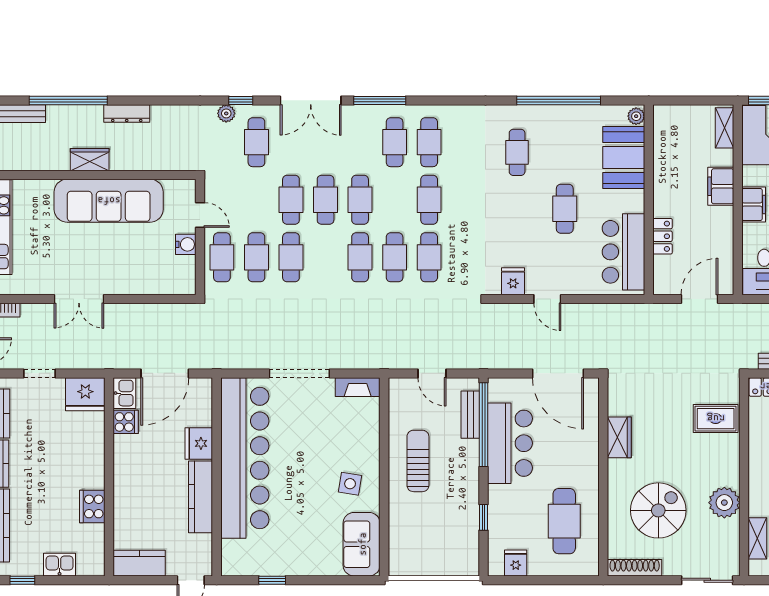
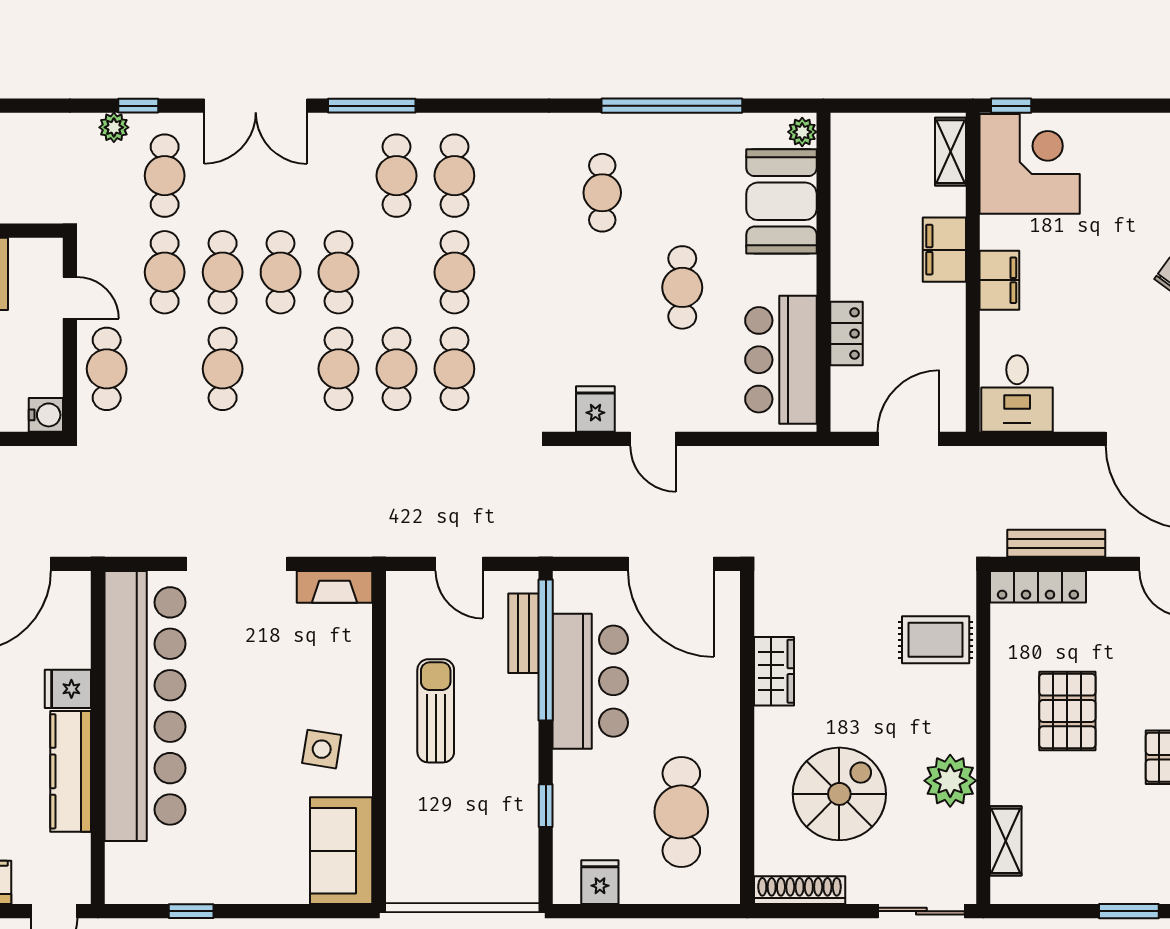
water cooler: (186, 244) -> (46, 415), moved
cafe table: (256, 257) -> (165, 272), moved
fridge: (199, 443) -> (68, 689), width x0.72

